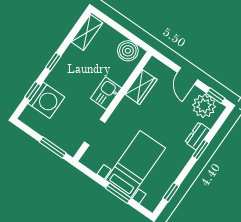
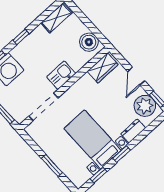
wardrobe: (141, 87) -> (103, 68), moved
doorway: (95, 132) -> (43, 107), width x1.38
window: (201, 150) -> (122, 154), moved
bed with nightstands: (135, 164) -> (93, 139), moved, turned -90

